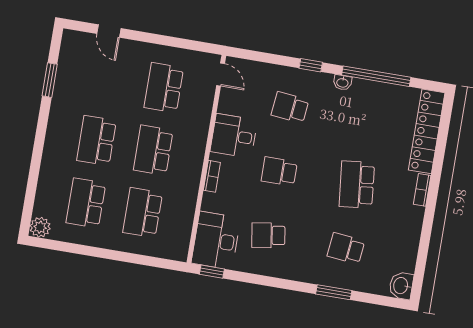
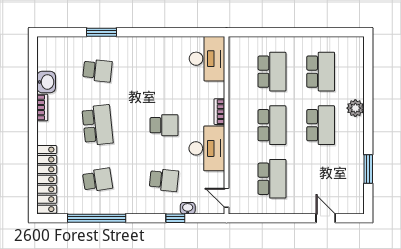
window: (311, 65) -> (175, 218), moved
washbasin: (342, 82) -> (188, 208), moved
desk: (234, 136) -> (207, 148), width x1.37
bookcase: (422, 190) -> (42, 108), moved
plant: (40, 227) -> (355, 108), moved
school desk: (268, 235) -> (98, 180), moved
window: (212, 272) -> (206, 32), removed
washbasin: (401, 286) -> (46, 82), moved

